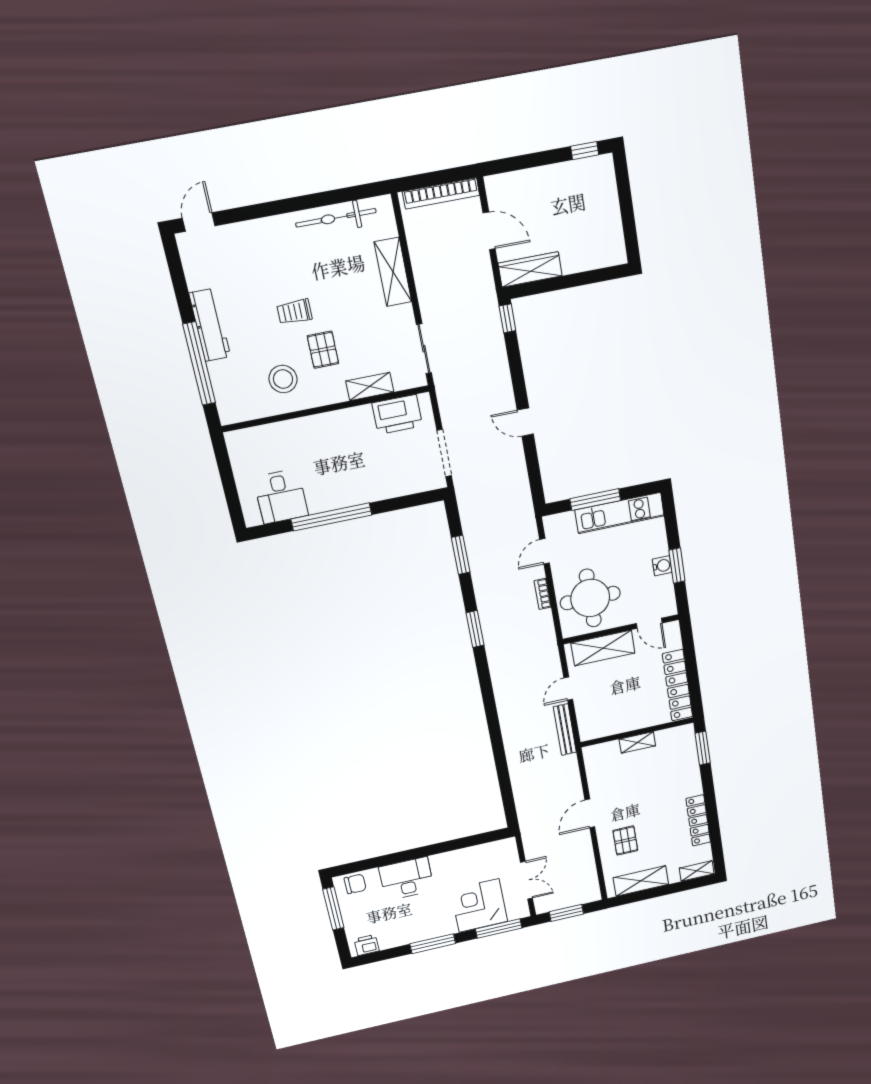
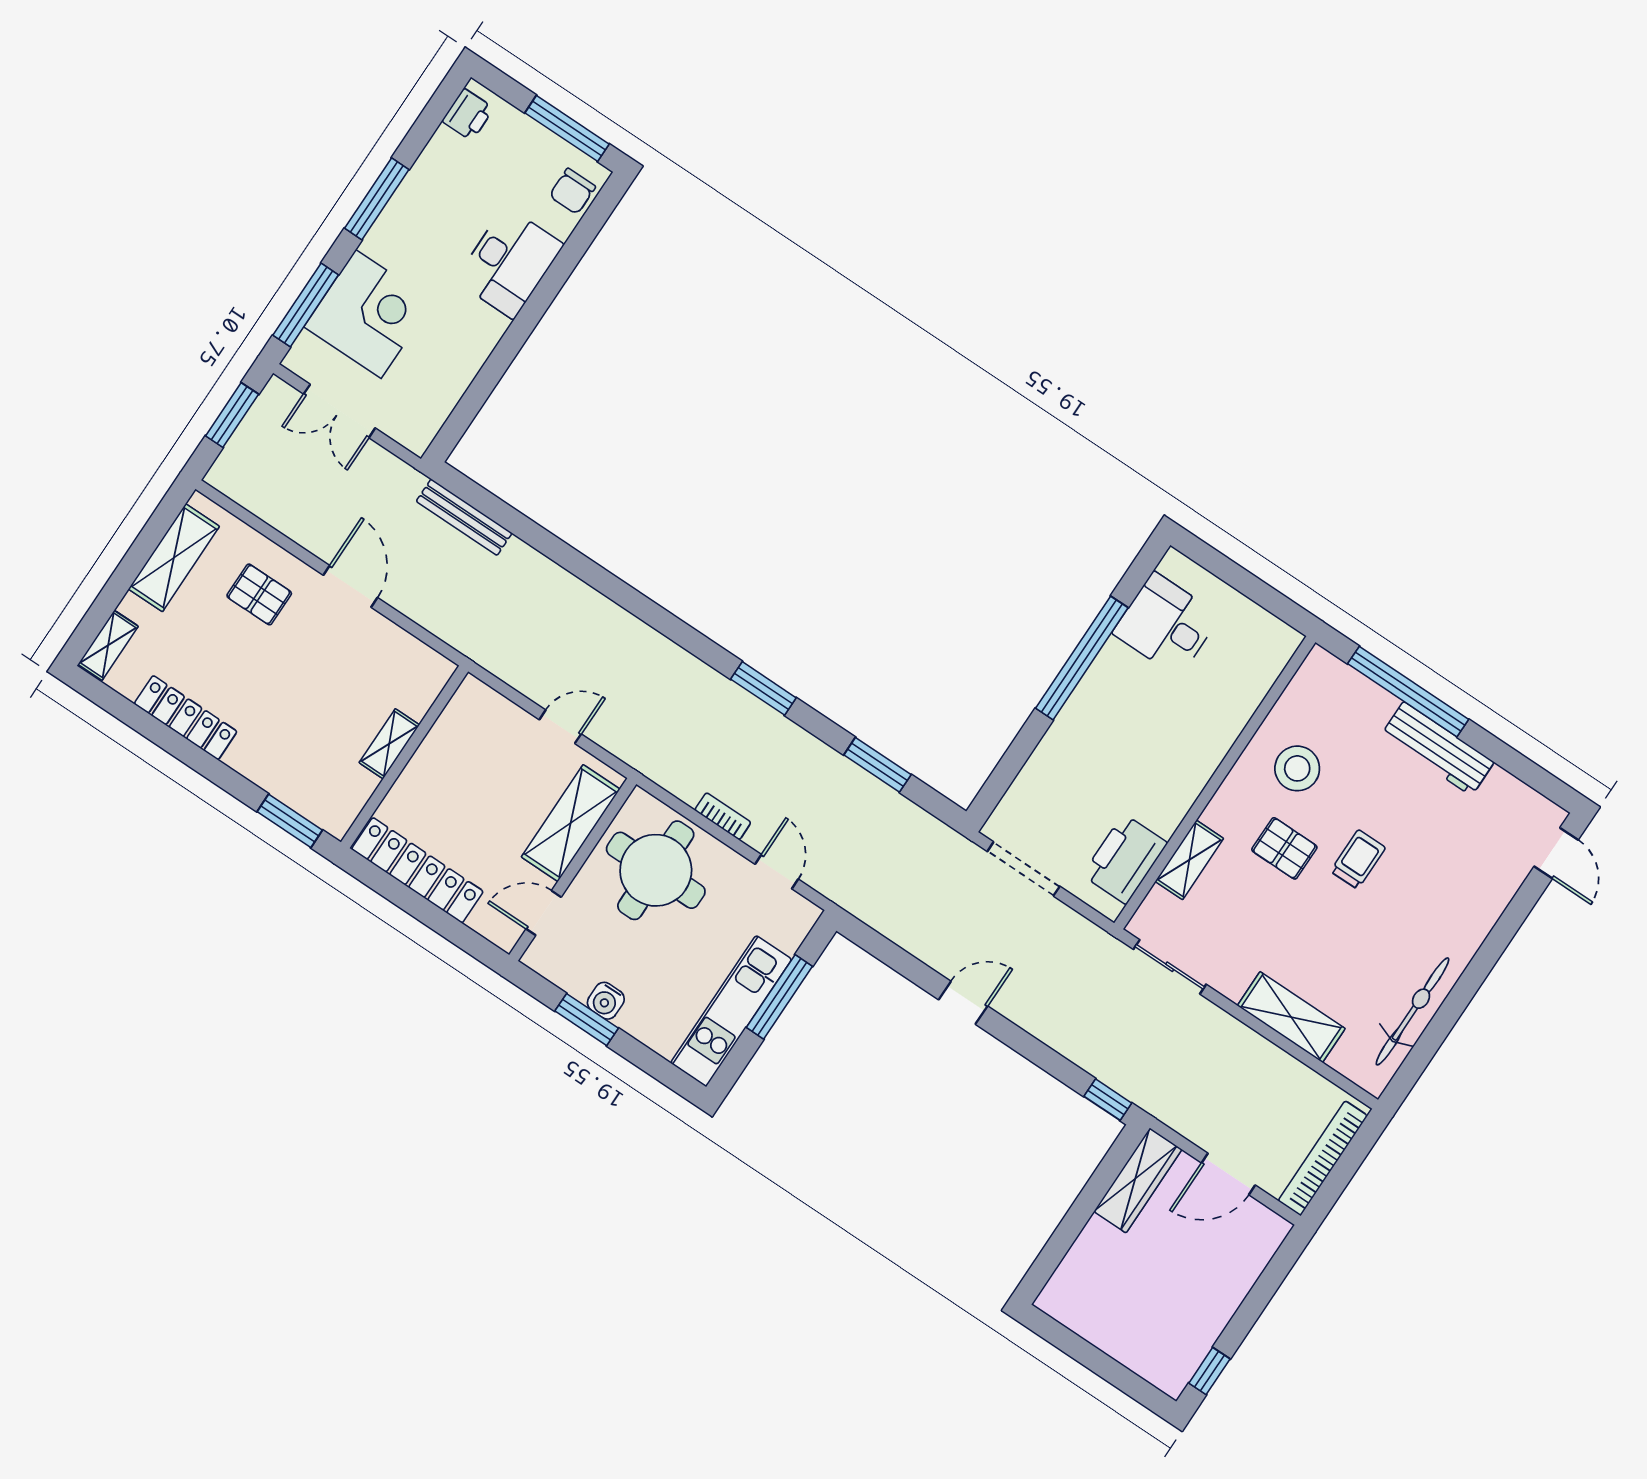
door: (568, 689) -> (560, 727), hinge flipped
bench: (565, 730) -> (464, 517), moved

